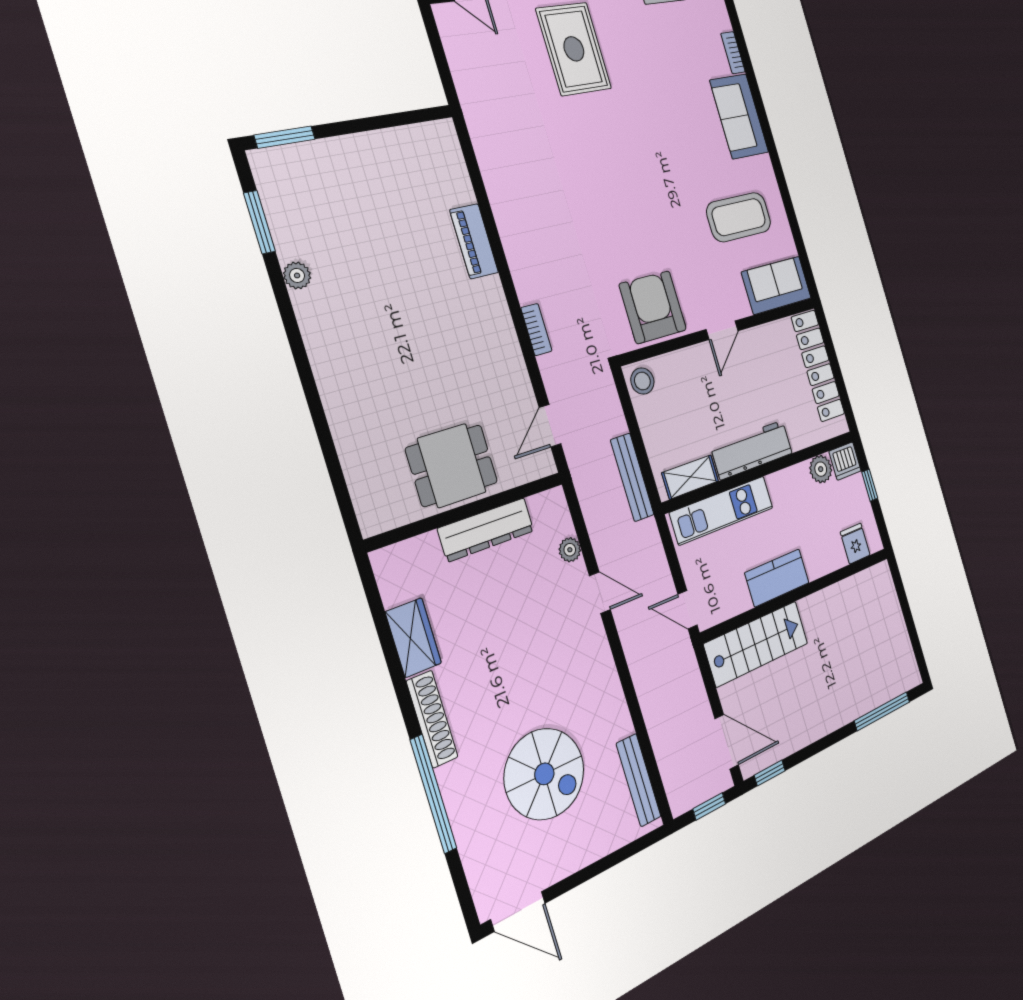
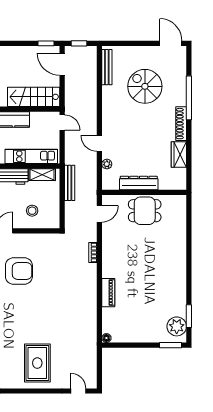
floor lamp: (445, 130) -> (106, 338), added
plant: (297, 275) -> (177, 326), moved, width x1.87, depth x1.87
armchair: (653, 307) -> (19, 271), moved, turned -90
stool: (642, 381) -> (32, 211), moved

